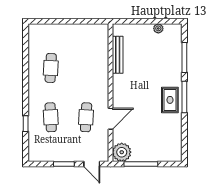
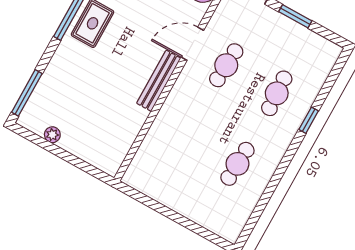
bench: (118, 55) -> (159, 81), moved
window: (184, 58) -> (27, 93), moved
window: (26, 124) -> (309, 120), moved

